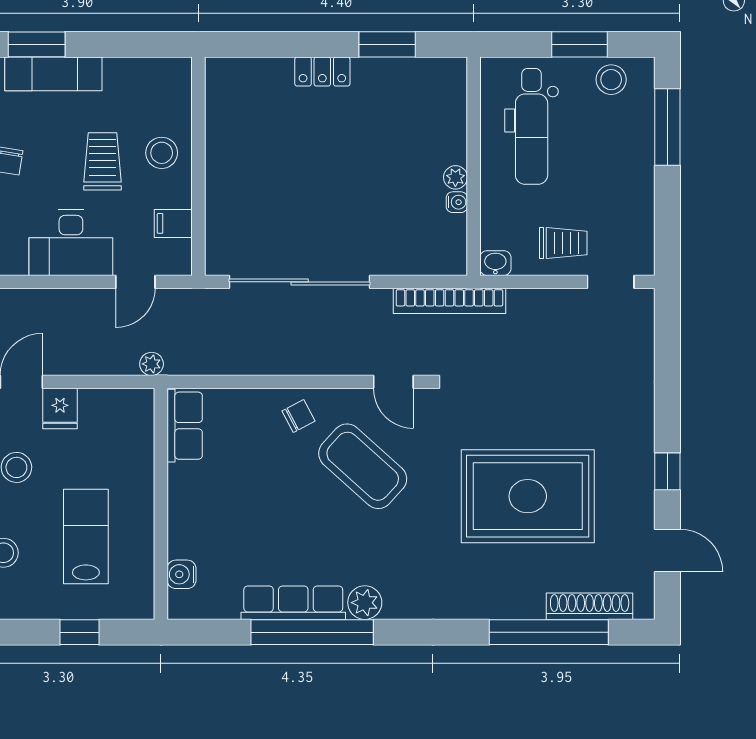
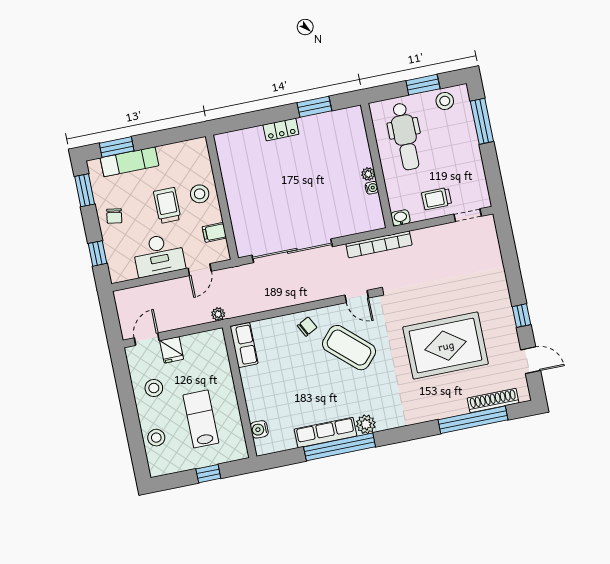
trolley: (563, 243) -> (437, 199), turned 180

